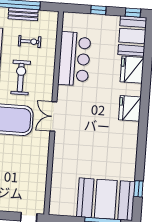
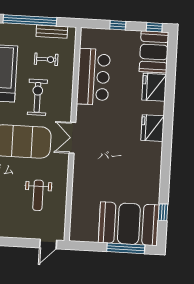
bench: (23, 14) -> (52, 32), moved
weight bench: (20, 171) -> (38, 195), added

